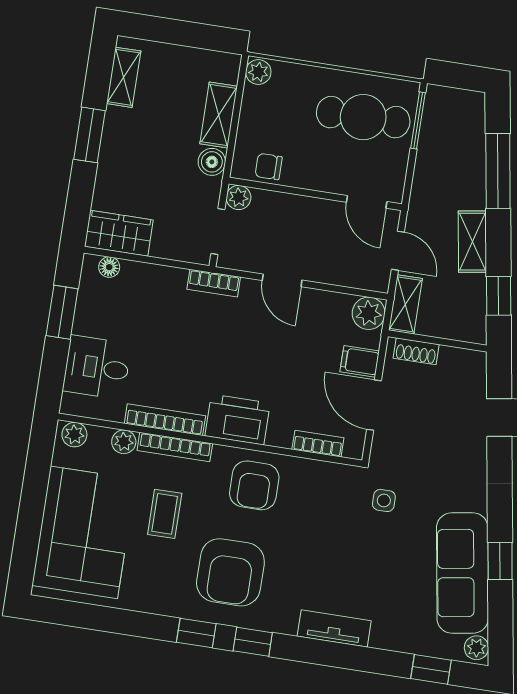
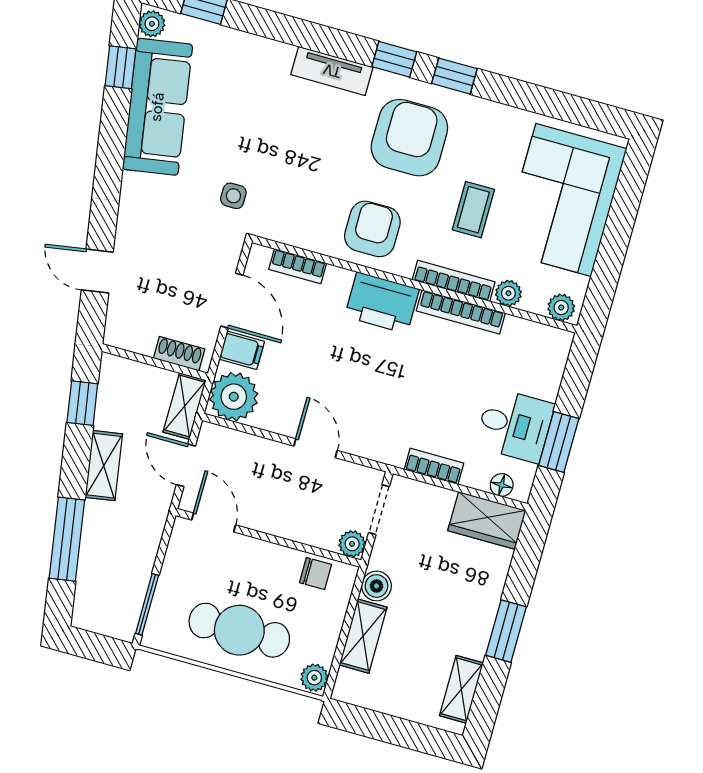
cafe table: (363, 117) -> (239, 630), moved
bookcase: (214, 283) -> (434, 466), moved
plant: (369, 313) -> (234, 397), width x1.36, depth x1.36
desk: (97, 367) -> (515, 425), moved
window: (500, 561) -> (120, 67), moved
tv unit: (334, 628) -> (332, 71), moved

